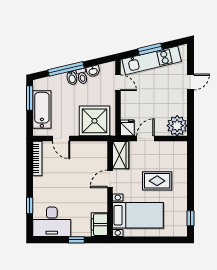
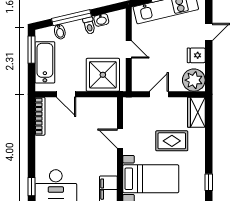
bidet: (72, 78) -> (60, 32), moved
door: (118, 83) -> (129, 50), moved
fridge: (127, 128) -> (196, 55), moved, turned -90
wardrobe: (121, 155) -> (196, 112), moved, turned 180
door: (110, 179) -> (120, 139), hinge flipped
window: (30, 205) -> (31, 187), moved

